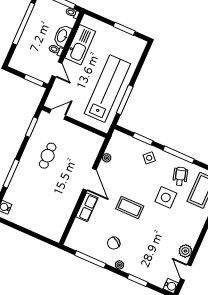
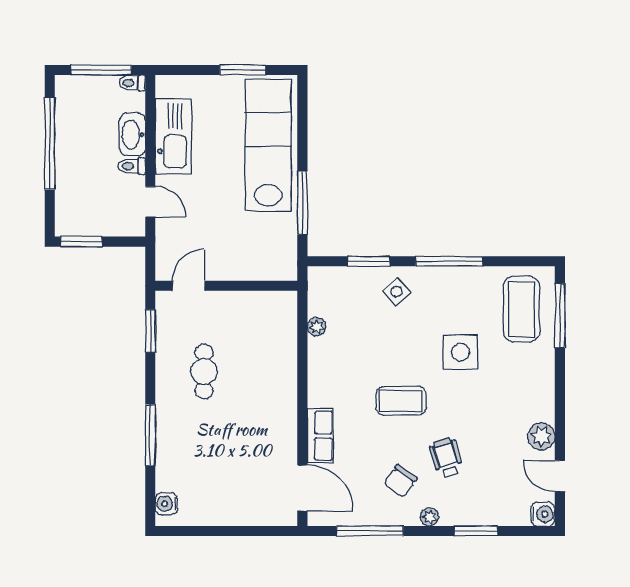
window: (34, 80) -> (81, 242), moved
lab bench: (107, 89) -> (268, 145), moved
wheelchair: (180, 176) -> (446, 458), moved
door: (90, 179) -> (302, 488), moved

